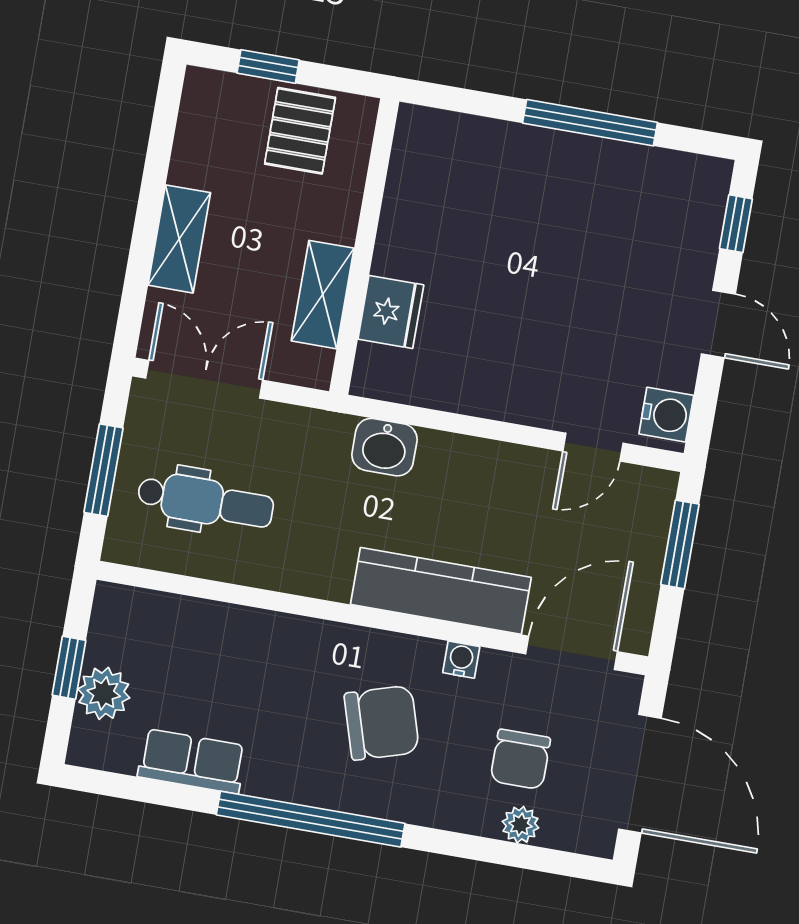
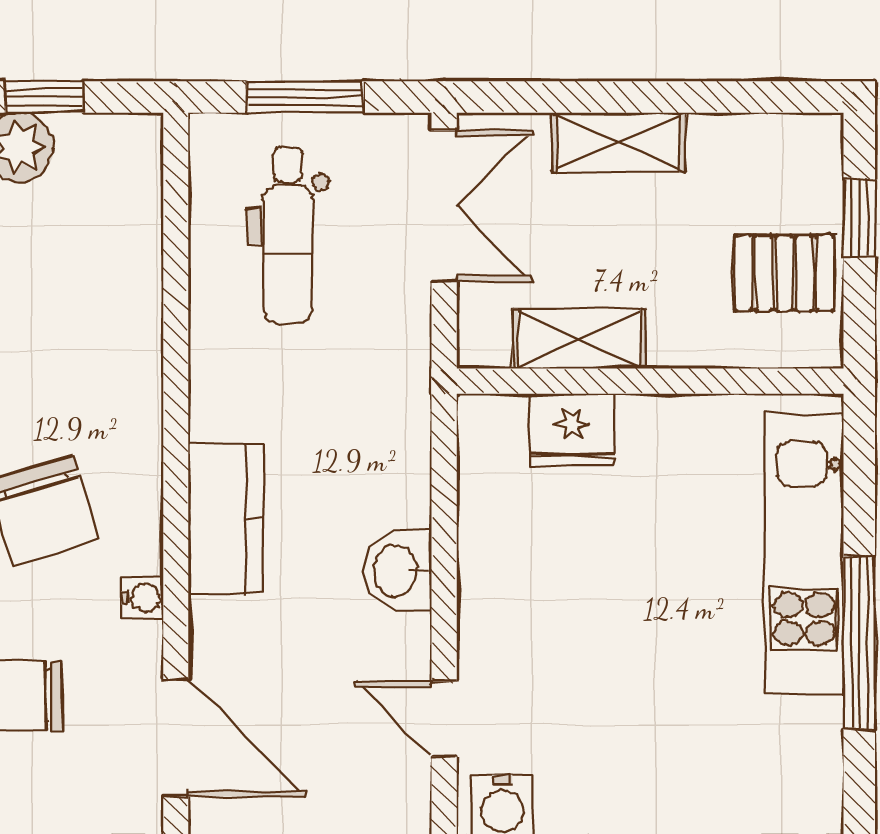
kitchen unit: (516, 153) -> (804, 554), added
washbasin: (384, 447) -> (398, 570), moved
kitchen counter: (441, 591) -> (226, 519), width x0.67

